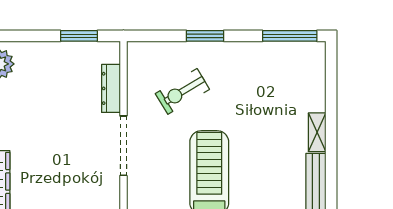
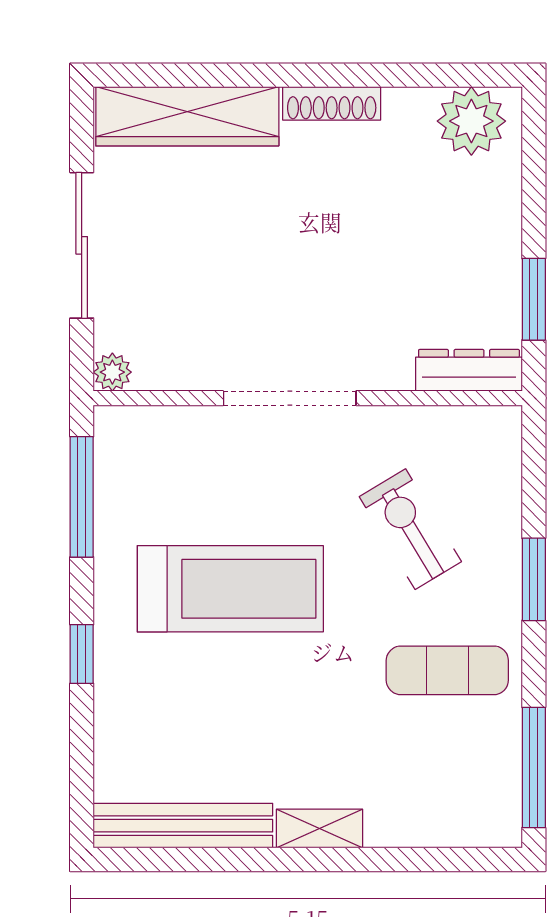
exercise mat: (246, 75) -> (447, 670), added
dresser: (111, 88) -> (469, 370), moved

